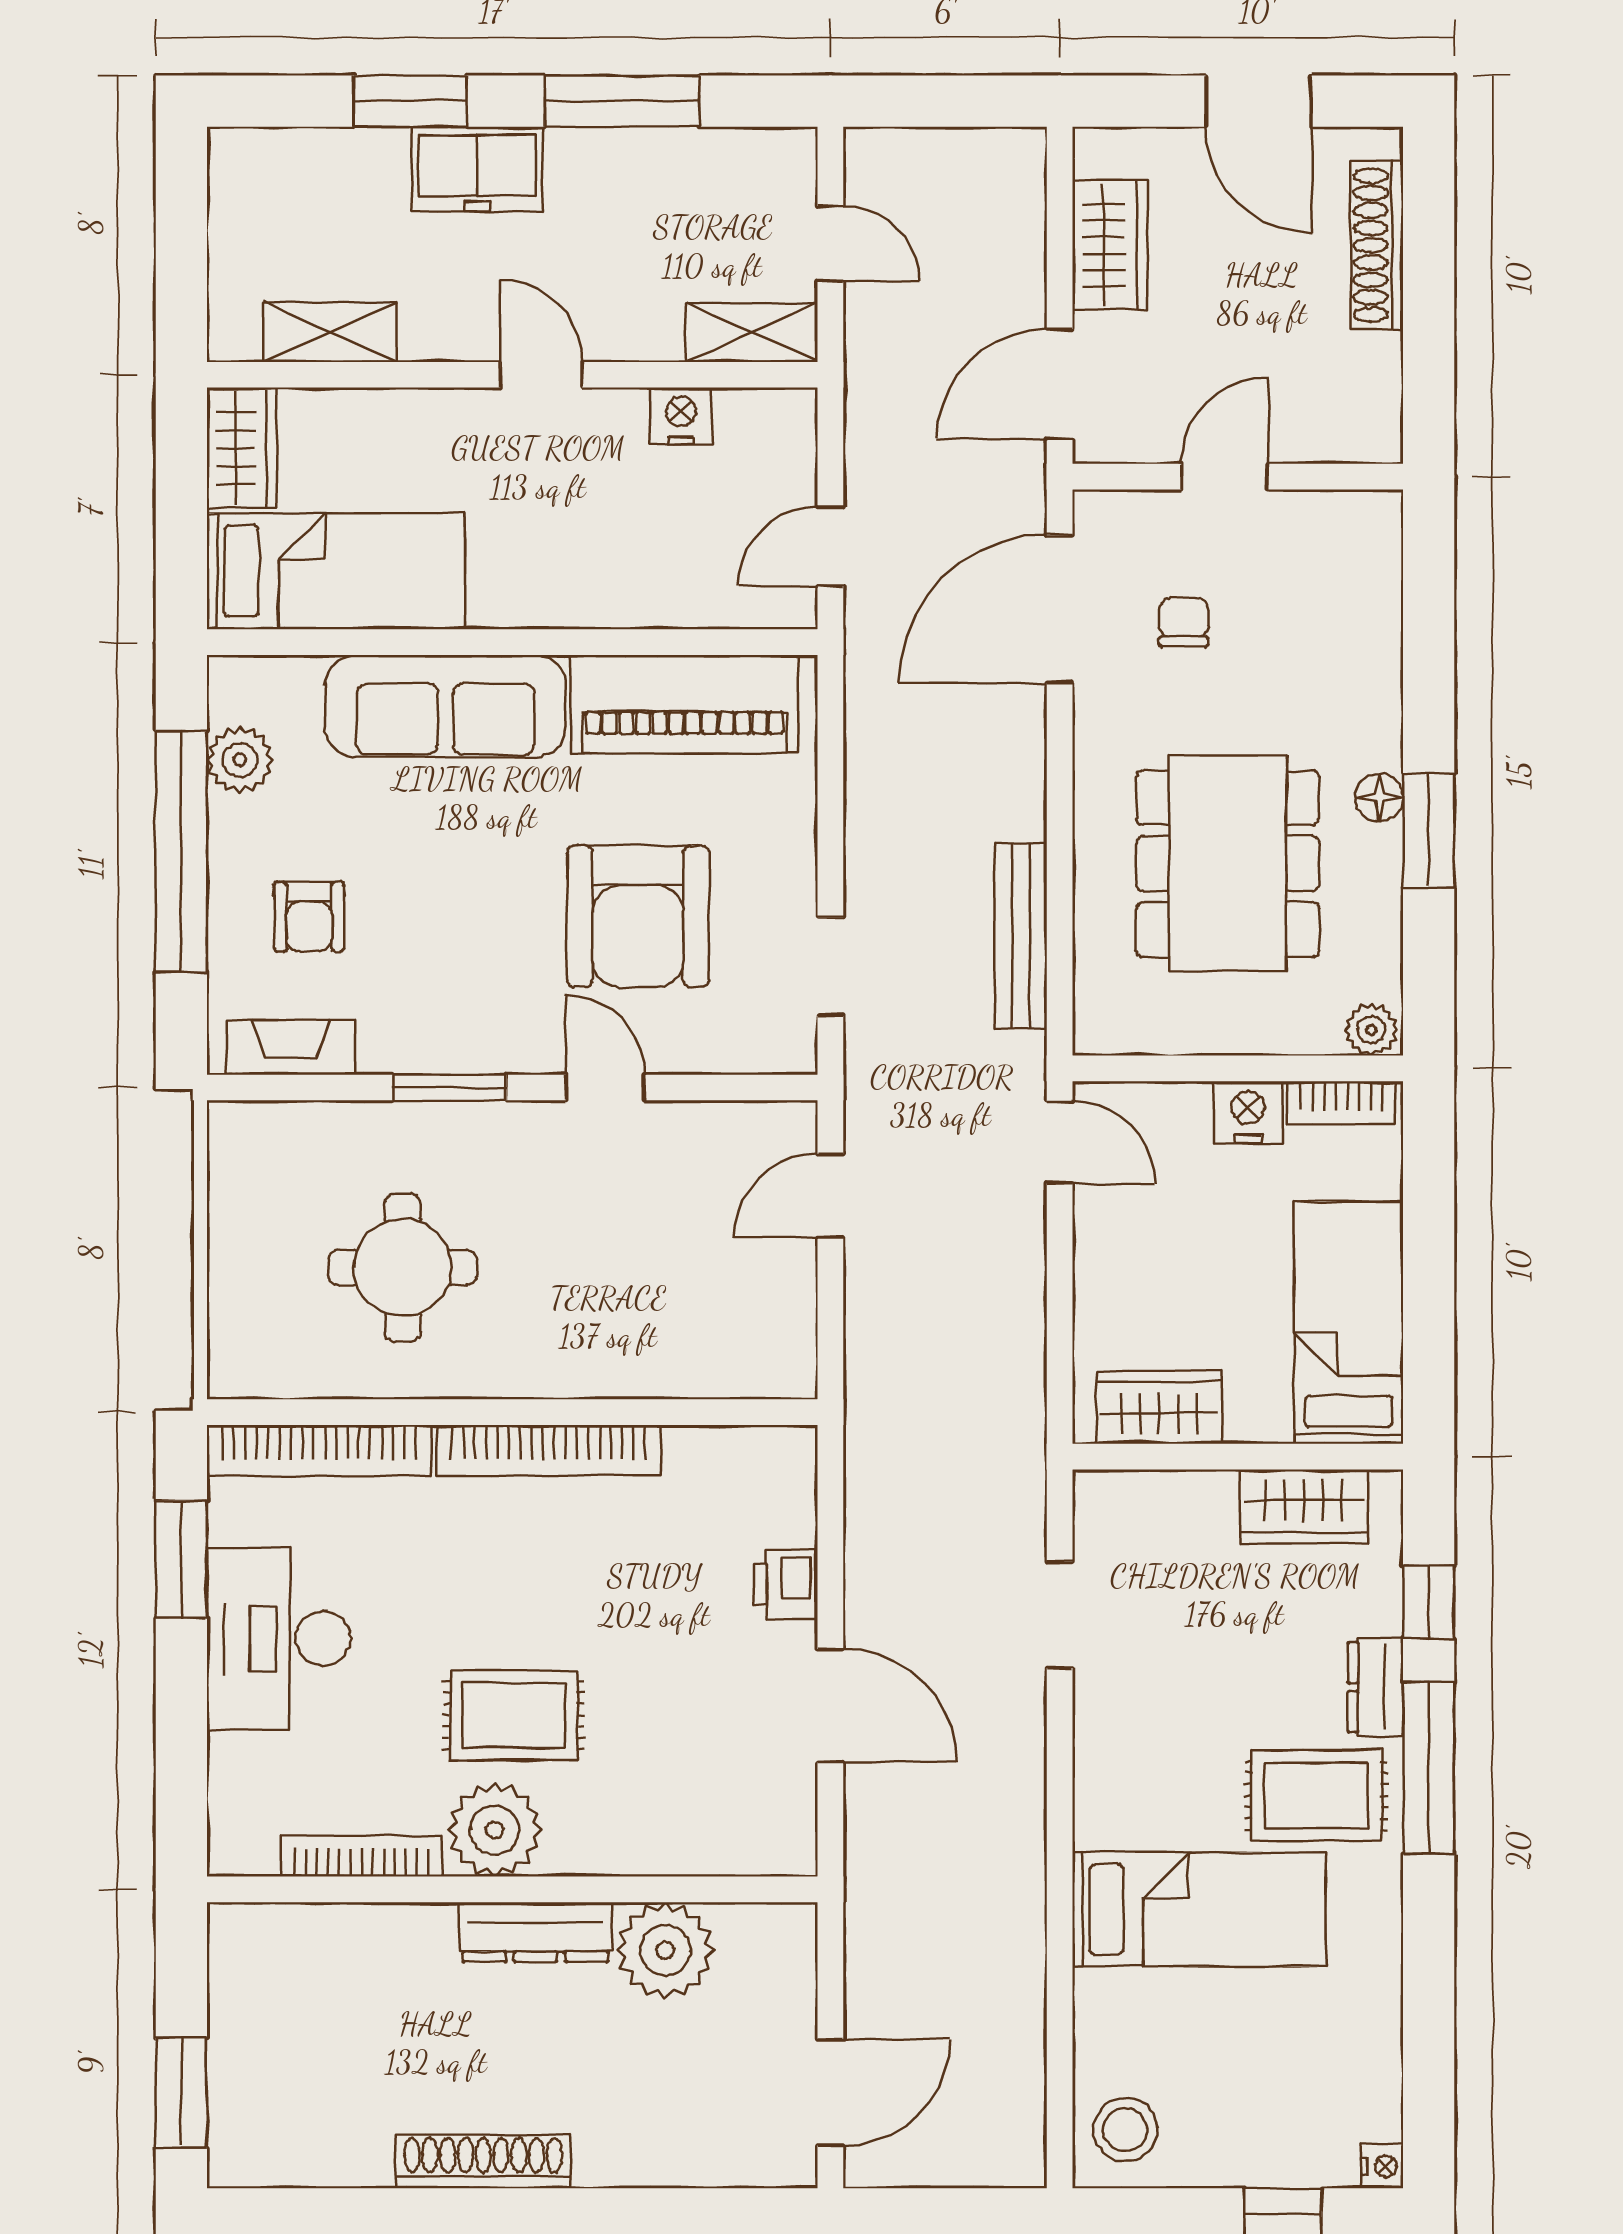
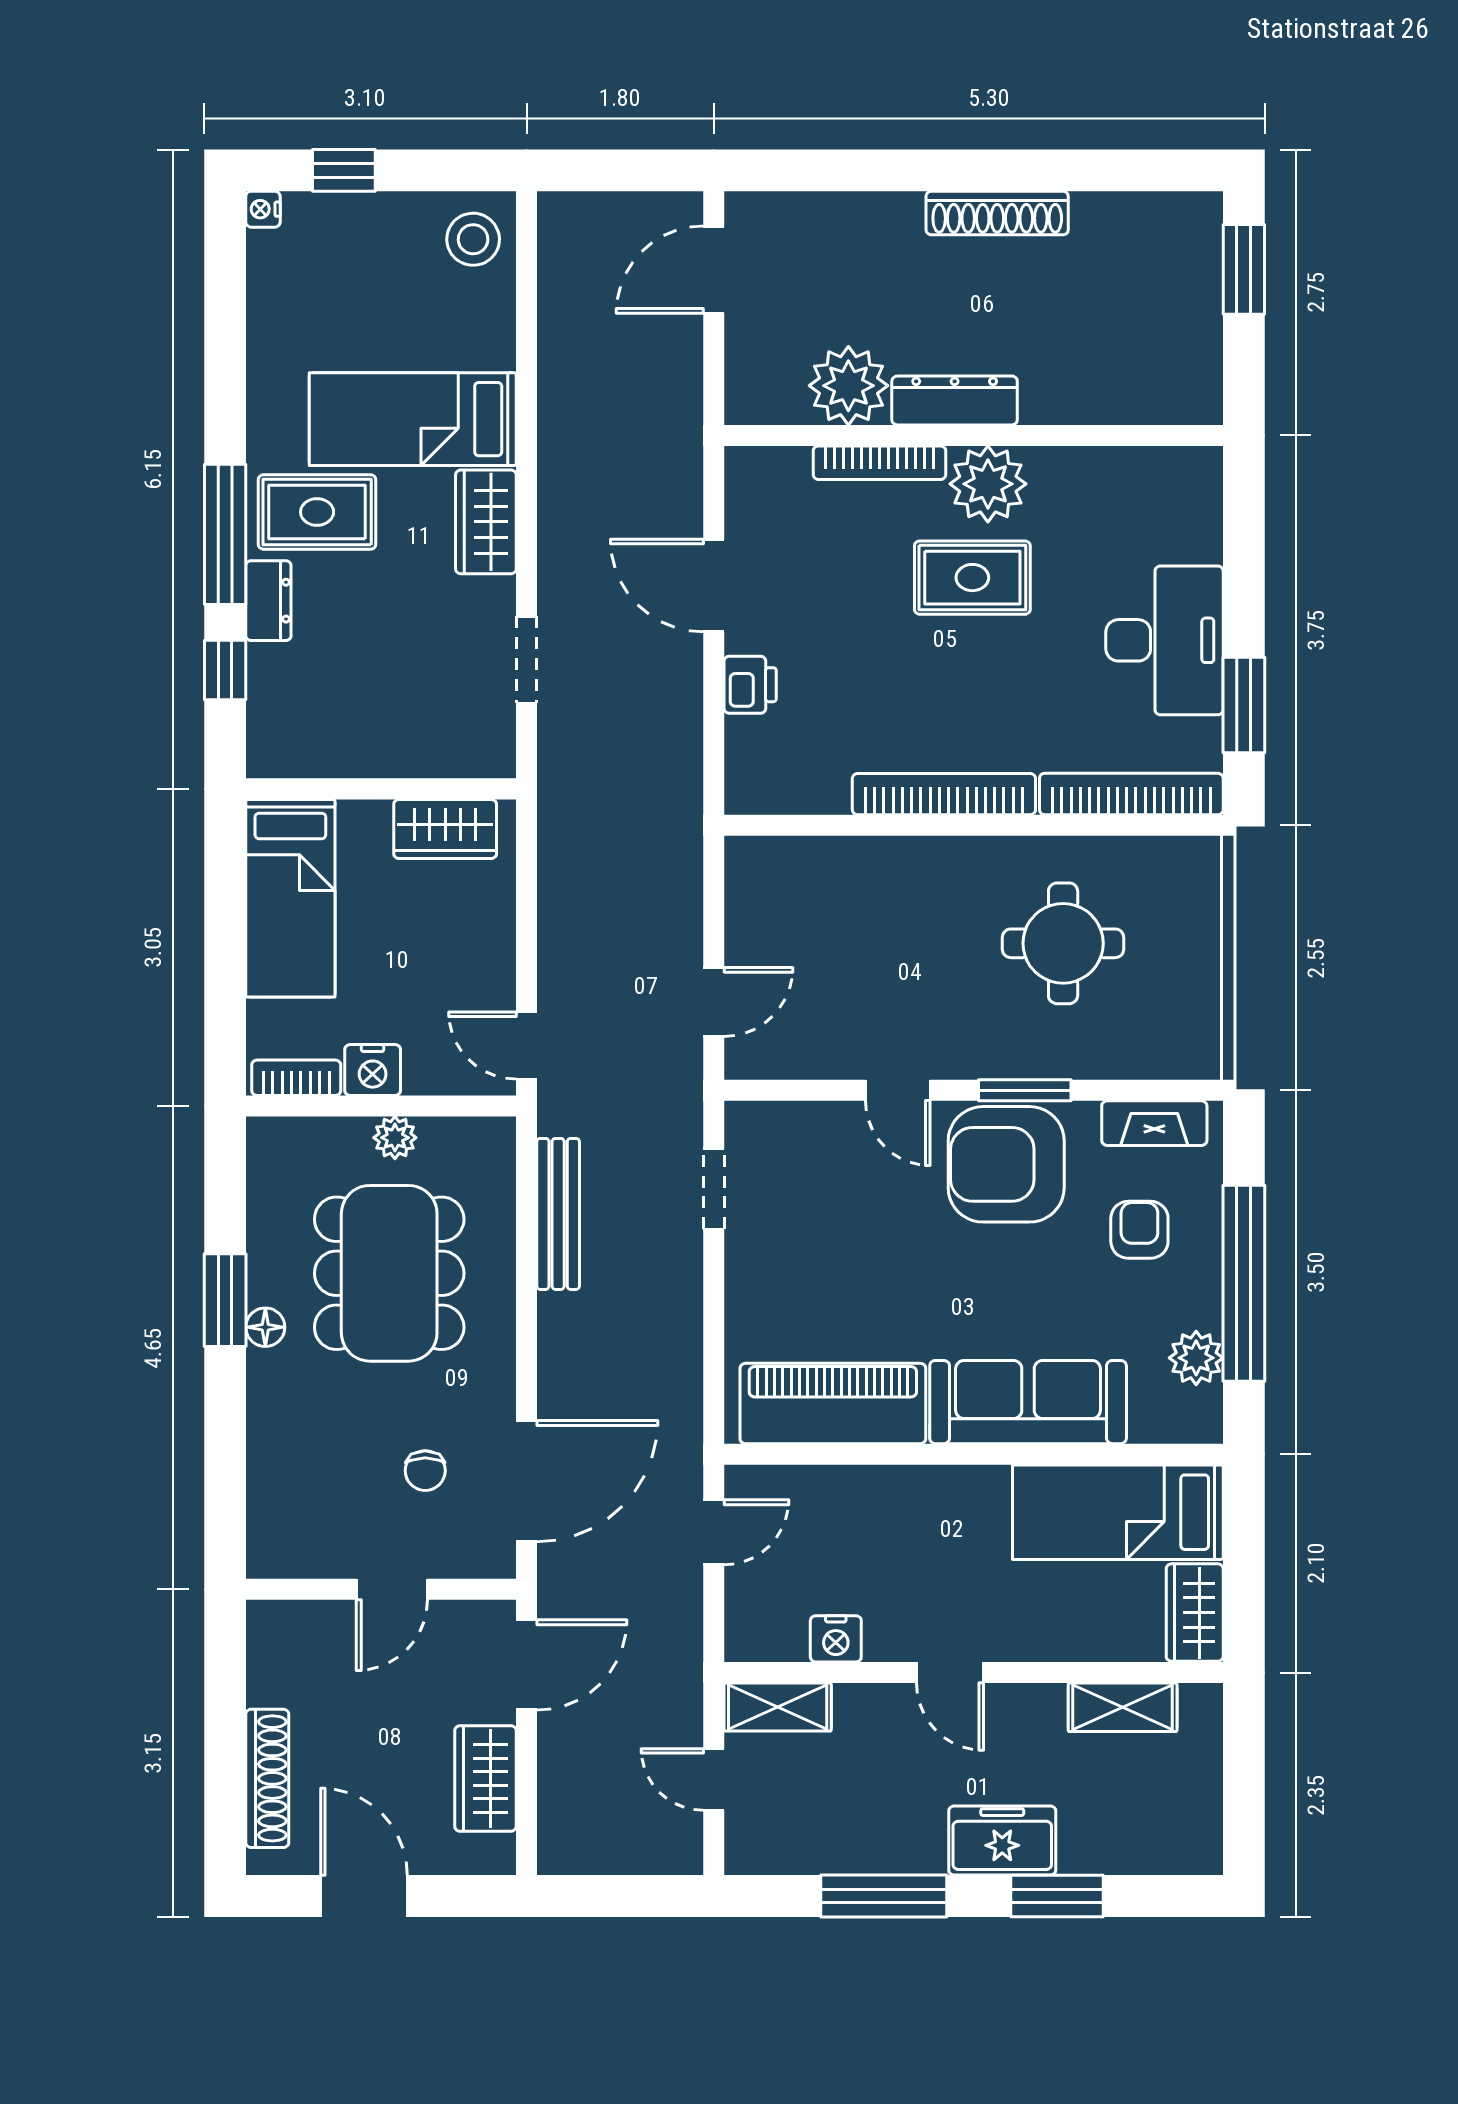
armchair: (638, 916) -> (1006, 1164), moved, turned -90
plant: (1371, 1030) -> (395, 1138), moved
wardrobe: (1304, 1506) -> (486, 522), moved, turned -90
bookcase: (362, 1856) -> (880, 463), moved

